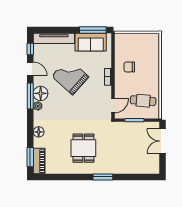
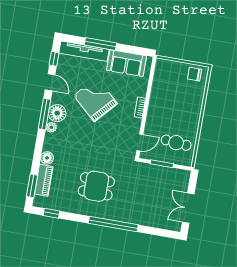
window: (93, 30) -> (100, 44), moved
chair: (129, 67) -> (195, 74), moved
double door: (163, 141) -> (188, 208), moved
dining table: (83, 148) -> (96, 186), turned 90
piano: (39, 161) -> (44, 180), moved
window: (50, 177) -> (51, 213), added
window: (103, 177) -> (113, 224), width x2.11

